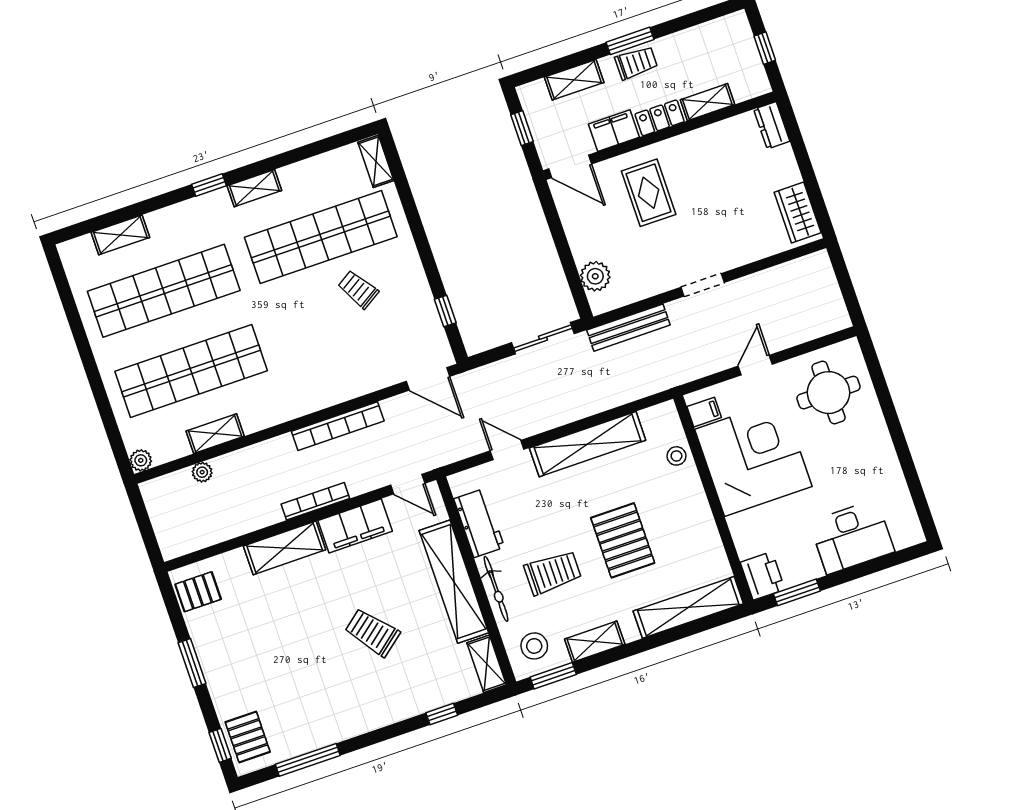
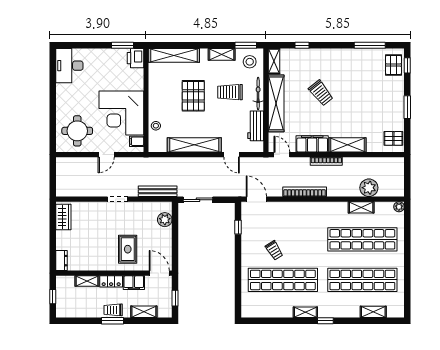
shelving: (376, 161) -> (246, 306), removed
plant: (202, 472) -> (369, 188), width x1.87, depth x1.87
desk: (852, 537) -> (69, 66), moved, turned -90

